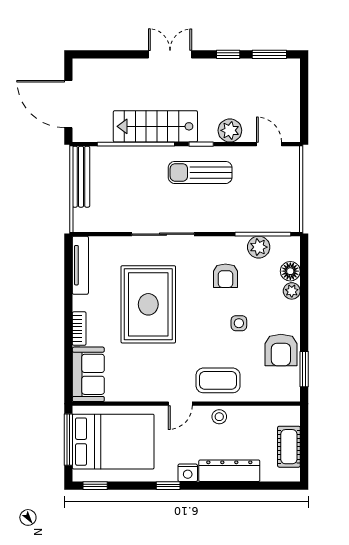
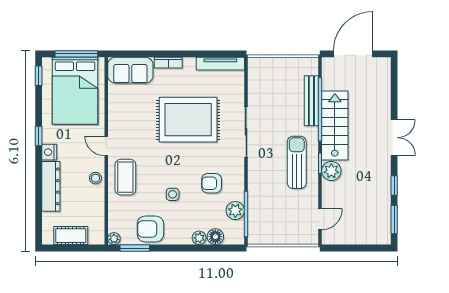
plant: (230, 130) -> (331, 171), moved
bench: (81, 177) -> (311, 101), moved, turned 90
plant: (293, 394) -> (114, 239), added

